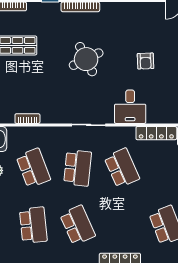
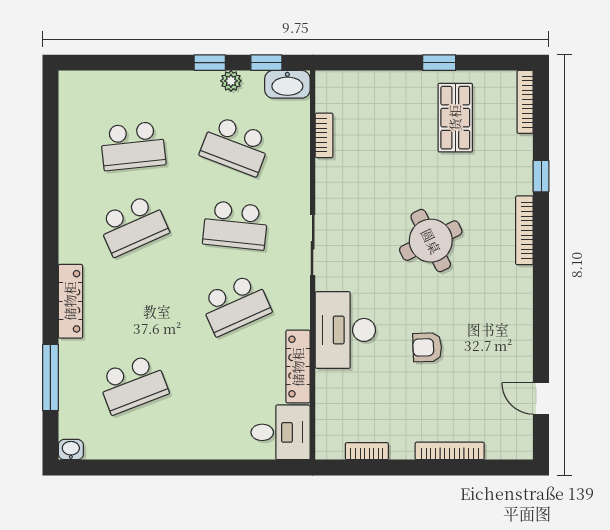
desk: (130, 107) -> (345, 330), width x1.37
school desk: (33, 168) -> (235, 146), turned 42

